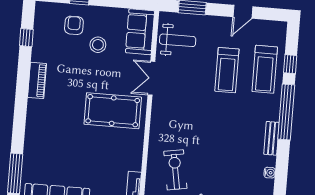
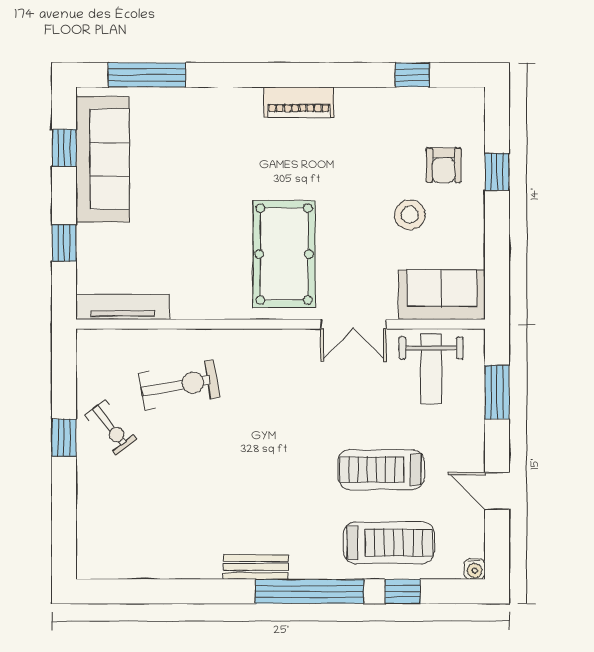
armchair: (74, 25) -> (444, 165), turned 90
treadmill: (265, 69) -> (389, 543), turned 180
double door: (151, 78) -> (353, 324), swing flipped
piano: (37, 80) -> (299, 102), moved
water cooler: (270, 173) -> (475, 569), moved

